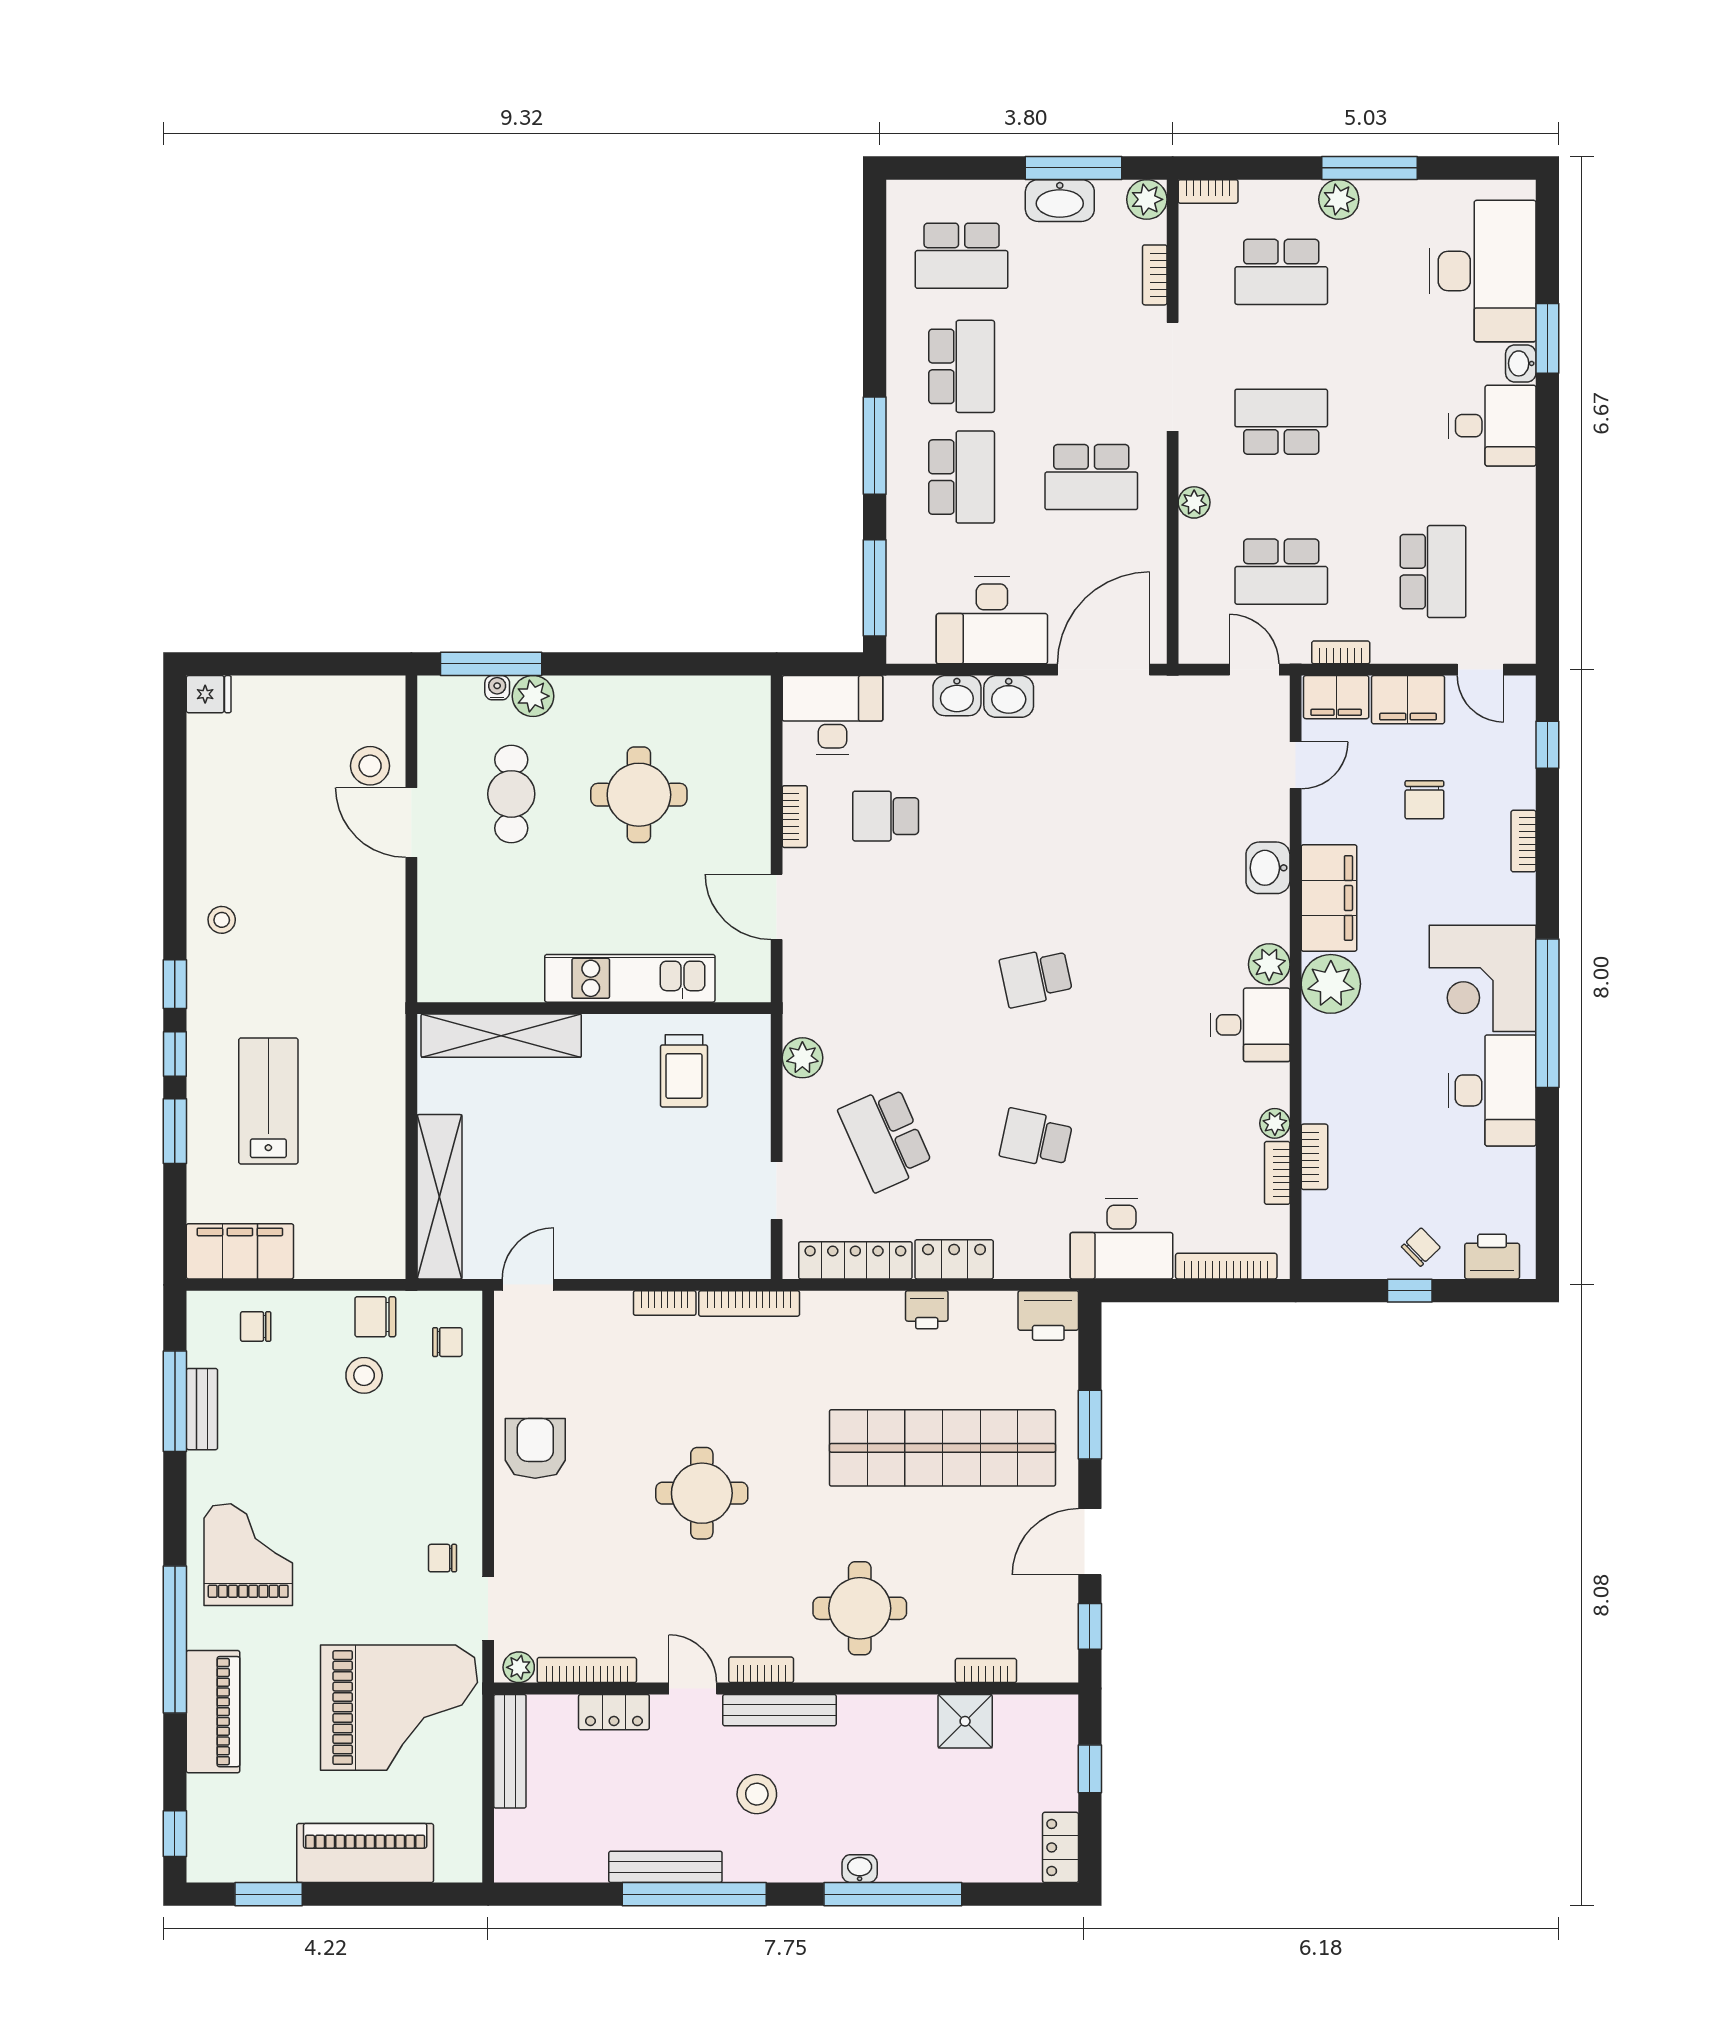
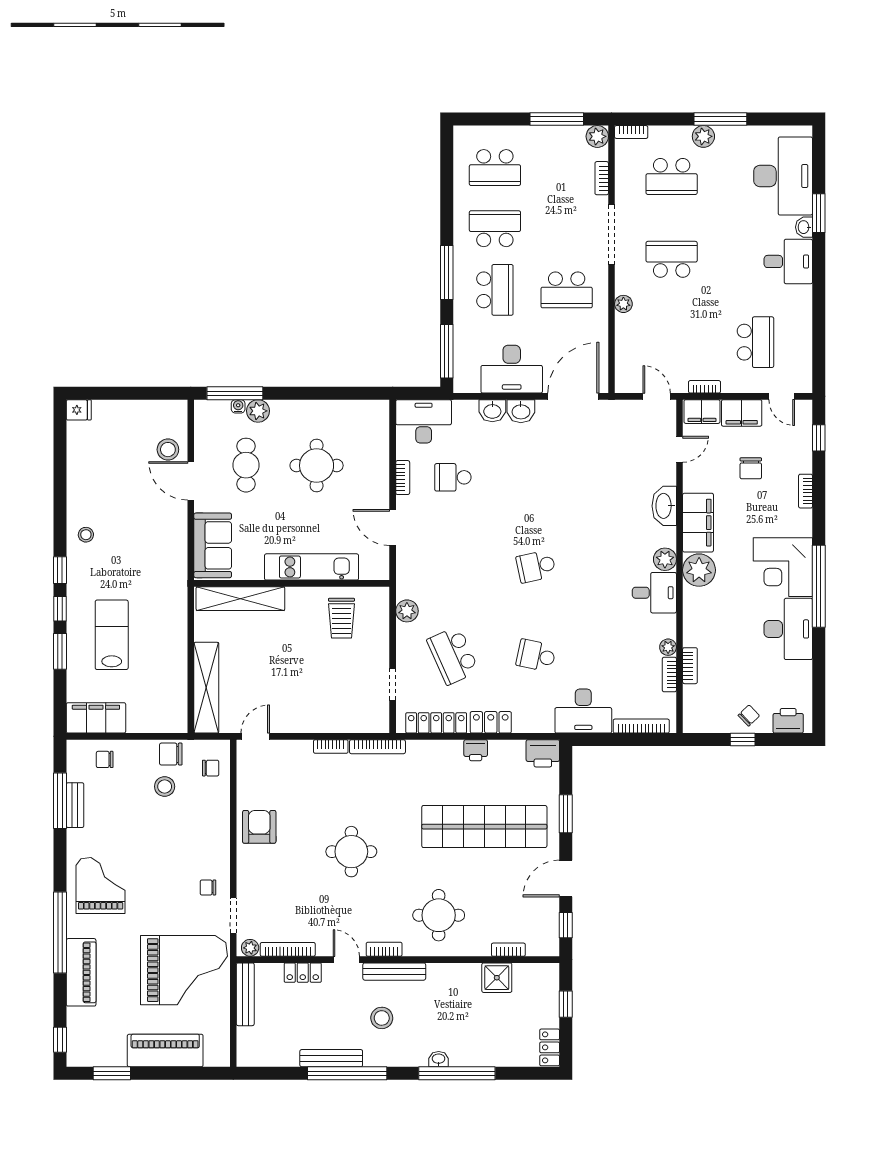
washbasin: (1060, 201) -> (549, 137), removed
school desk: (962, 366) -> (495, 229), turned -90
school desk: (1281, 572) -> (672, 342), removed
washbasin: (1268, 868) -> (664, 506), width x1.38
sofa: (451, 939) -> (213, 545), added

